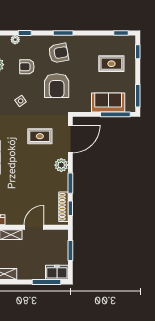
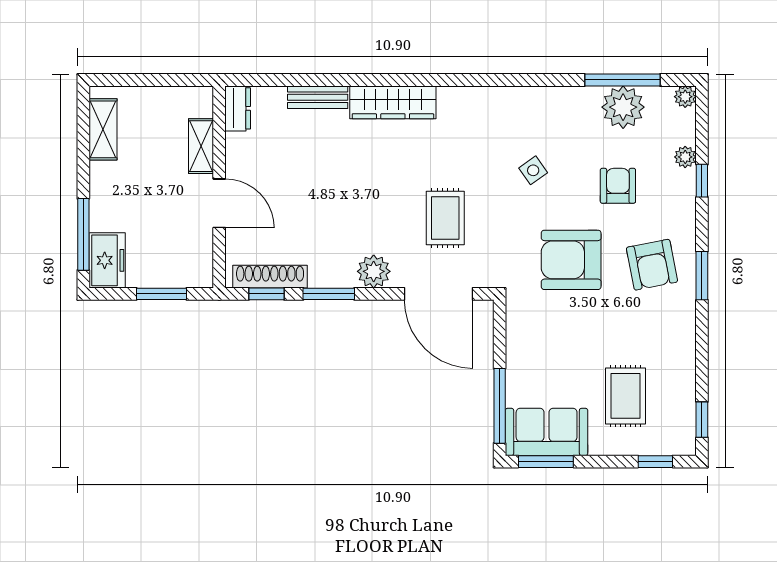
sofa: (108, 102) -> (547, 432), moved, turned -90

